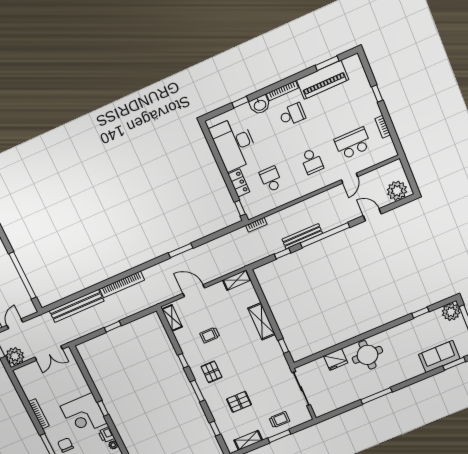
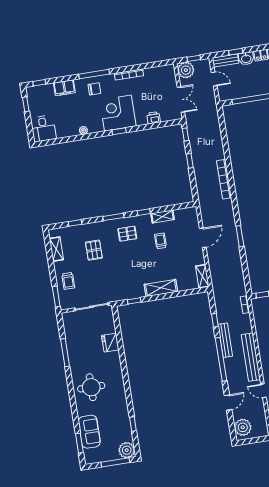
bench: (77, 306) -> (251, 357), moved
shelving: (172, 318) -> (163, 216), moved
window: (85, 339) -> (185, 134), added
double door: (49, 353) -> (181, 100), swing flipped
round table: (367, 355) -> (91, 387), moved
window: (376, 396) -> (65, 353), moved
printer: (106, 435) -> (154, 118), moved
window: (279, 436) -> (56, 296), moved

